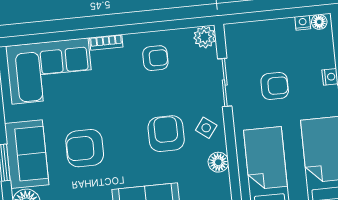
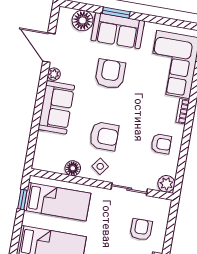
armchair: (155, 58) -> (161, 144), turned -90
armchair: (275, 86) -> (141, 229), moved, turned 180

